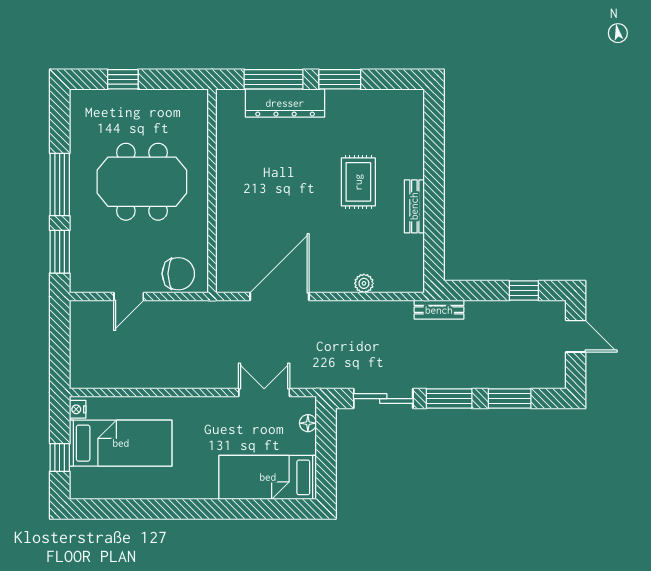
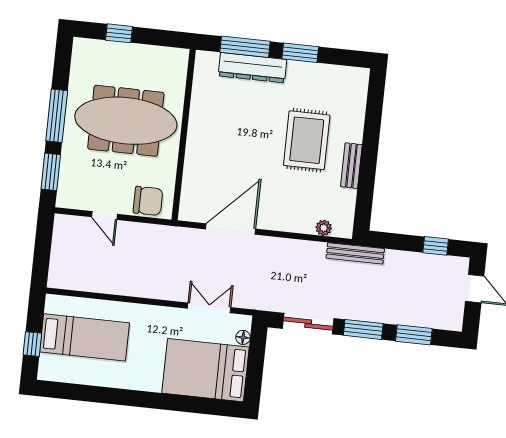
meeting table: (142, 182) -> (126, 121), width x1.36
rug: (358, 182) -> (307, 140), width x1.36, depth x1.43
plant: (364, 283) -> (324, 228), moved
door: (129, 297) -> (104, 216), hinge flipped
bench: (439, 310) -> (355, 253), width x1.36
nightstand: (78, 409) -> (52, 305), removed
bed: (268, 477) -> (206, 370), width x1.50

